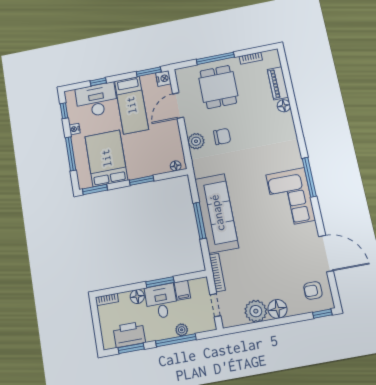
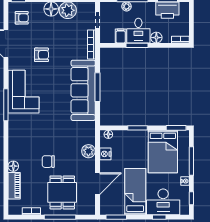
nightstand: (163, 78) -> (105, 154), moved
chair: (222, 136) -> (48, 162), moved
armchair: (278, 248) -> (41, 55), added

